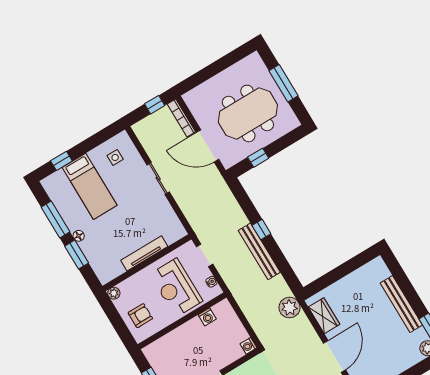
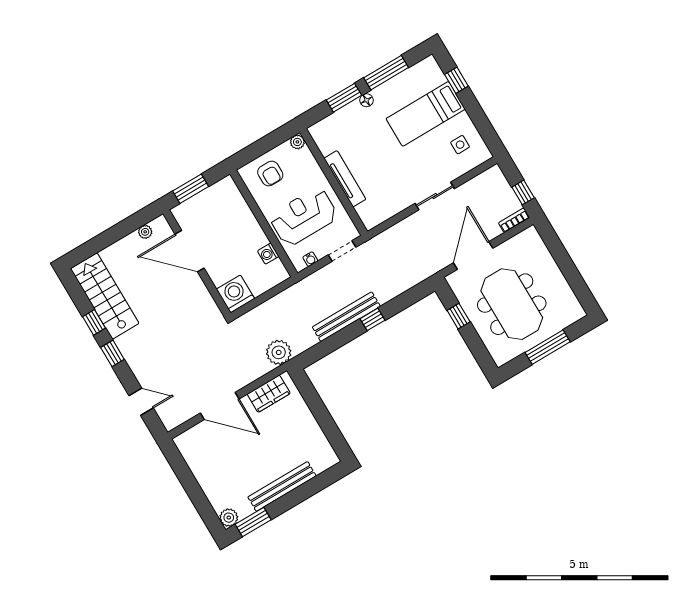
bookcase: (181, 118) -> (514, 220), width x0.64
washing machine: (249, 346) -> (235, 294), width x1.89, depth x1.89

